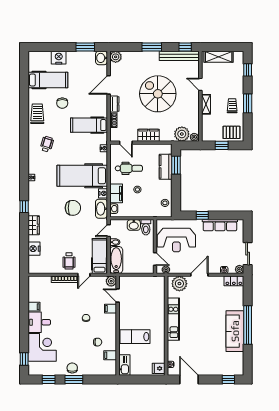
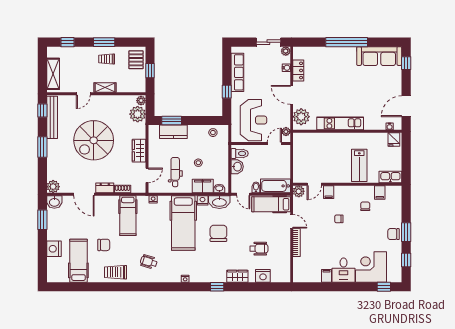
wheelchair: (69, 261) -> (259, 249), moved
locker: (234, 281) -> (298, 70), moved
sofa: (235, 331) -> (379, 56), moved

